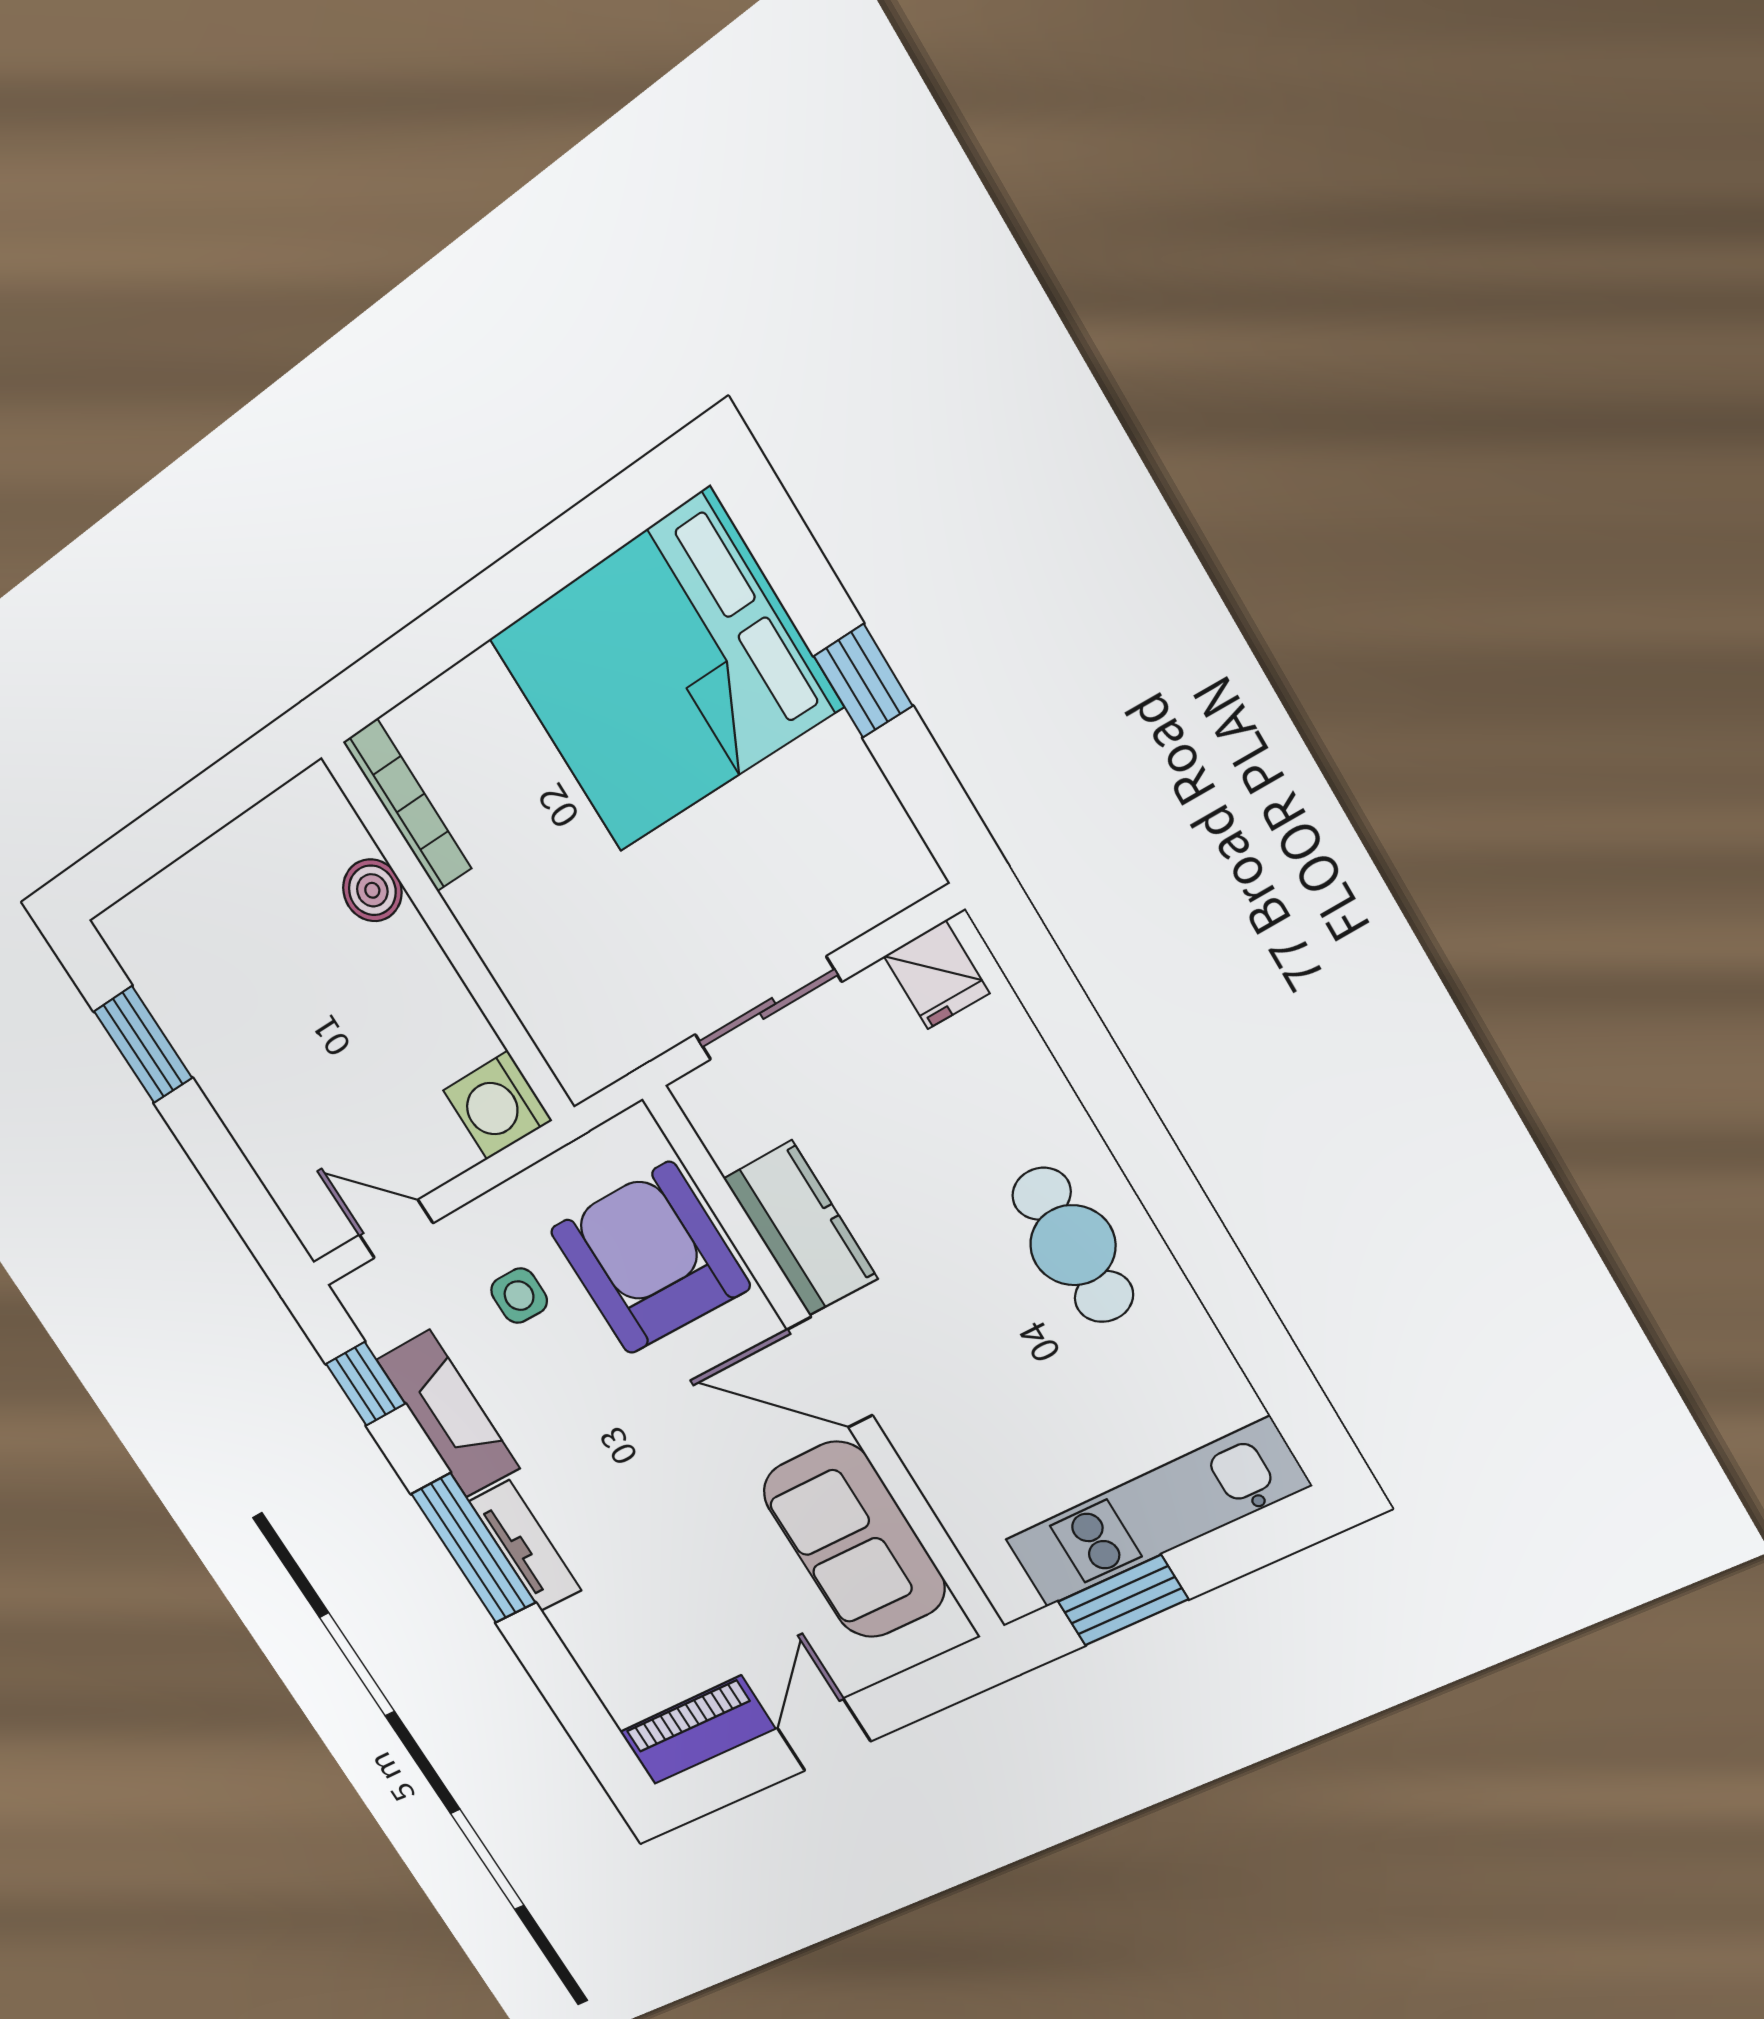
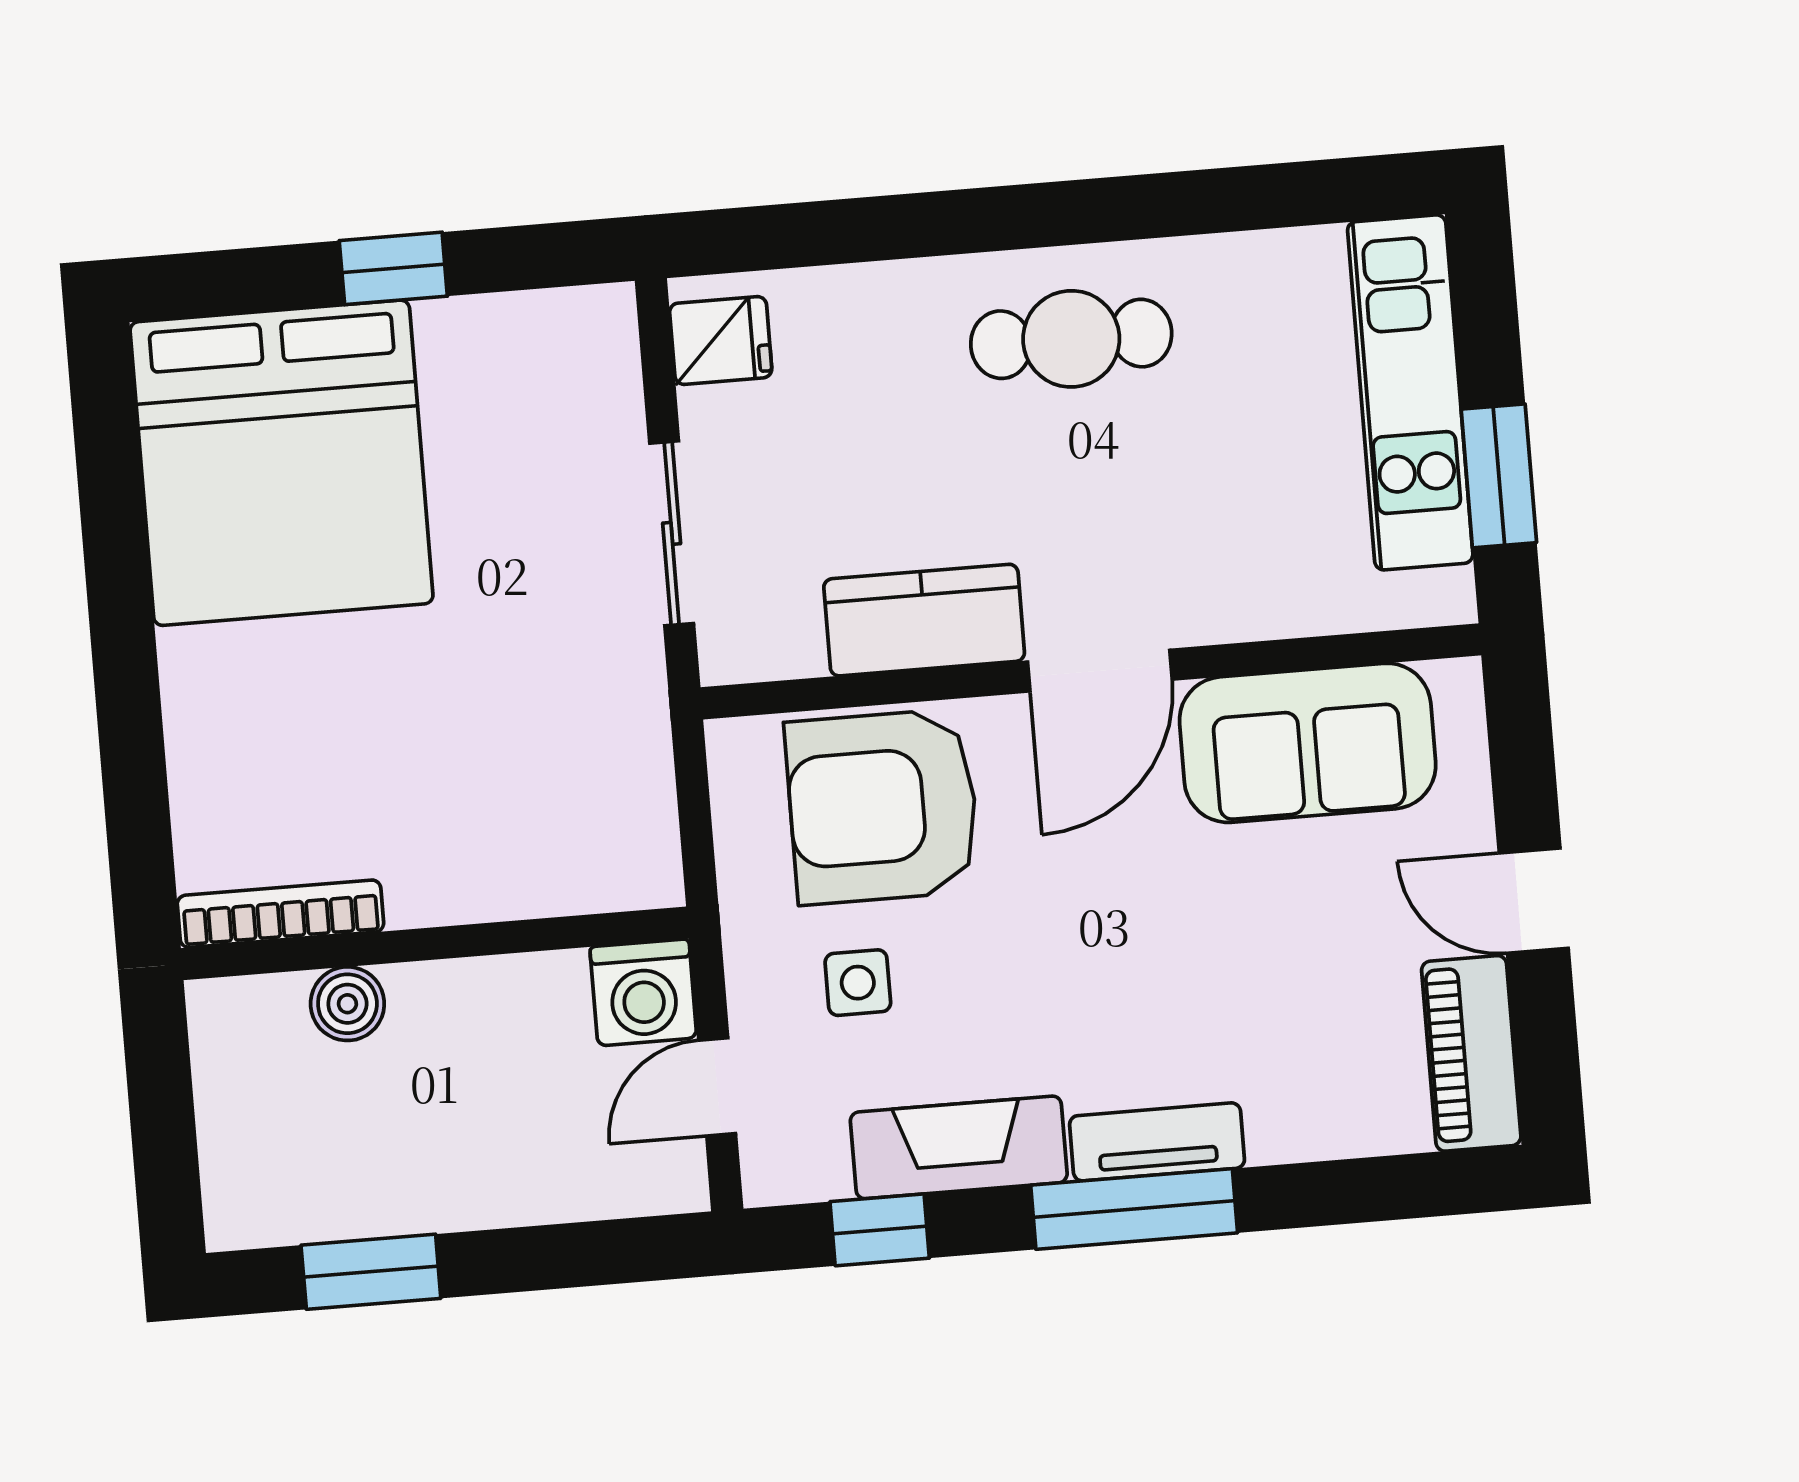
bookcase: (407, 805) -> (280, 914), moved
boiler: (372, 890) -> (347, 1004), moved
wall: (449, 934) -> (435, 943), moved
washing machine: (497, 1105) -> (643, 992), moved

